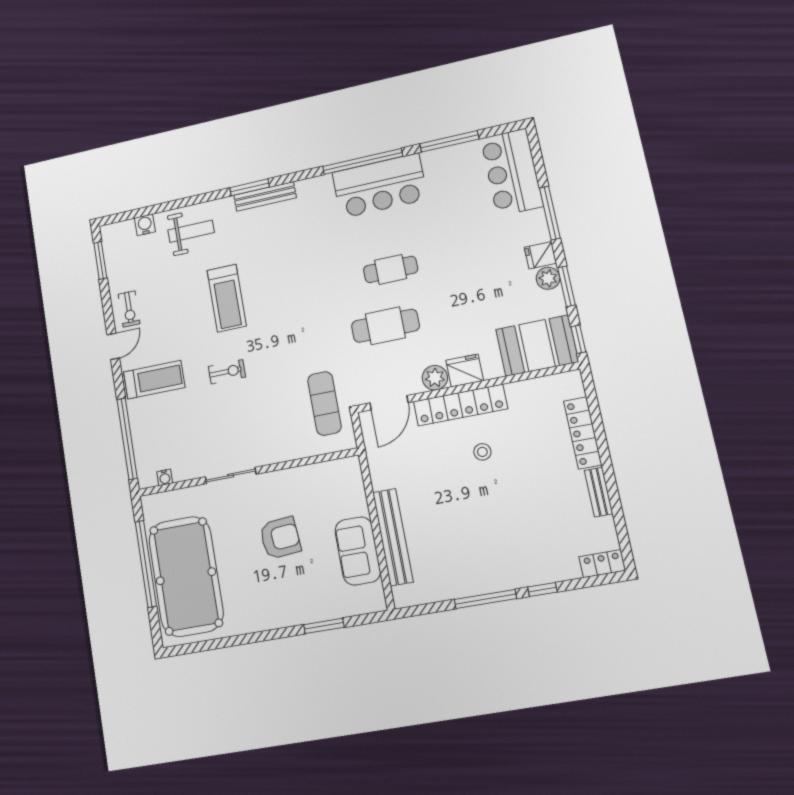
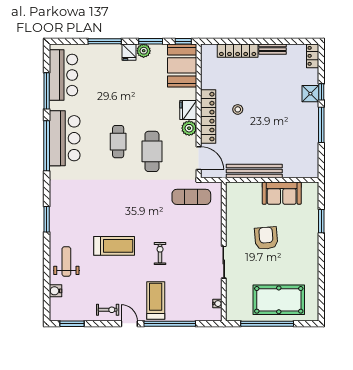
bar counter: (512, 172) -> (63, 75), moved, turned -90
bench: (265, 196) -> (55, 210), removed
window: (127, 439) -> (170, 324), moved
bench: (393, 537) -> (254, 171), moved
shower: (535, 571) -> (310, 94), added
pool table: (186, 576) -> (279, 300), width x0.73, depth x0.76

